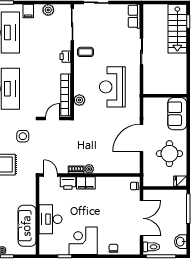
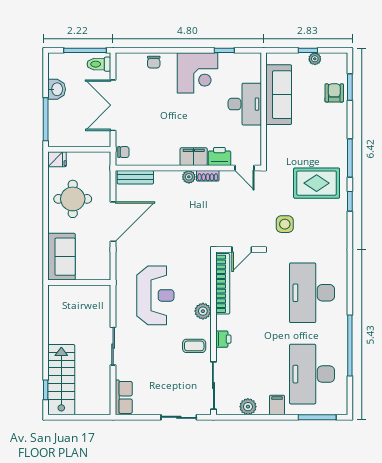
plant: (79, 100) -> (203, 311), moved
bench: (126, 169) -> (135, 177), added
washbasin: (181, 242) -> (57, 89), moved

